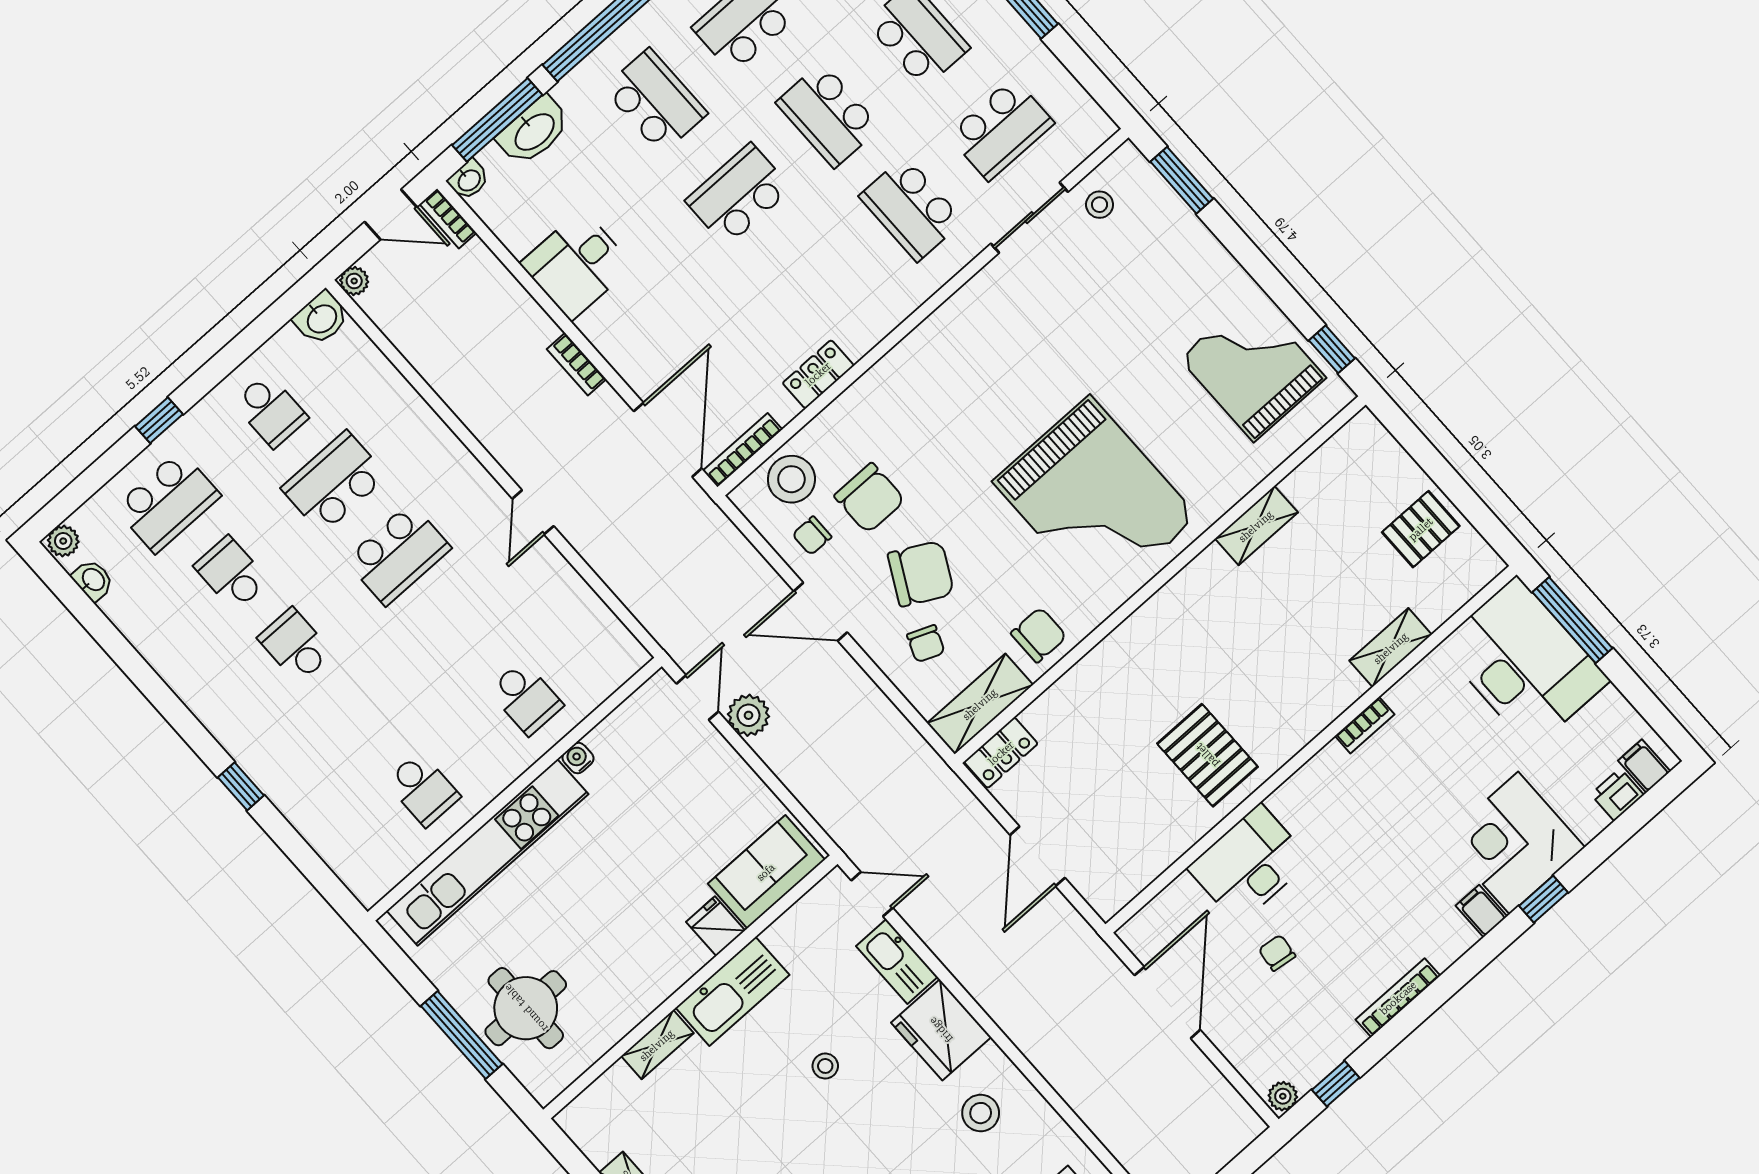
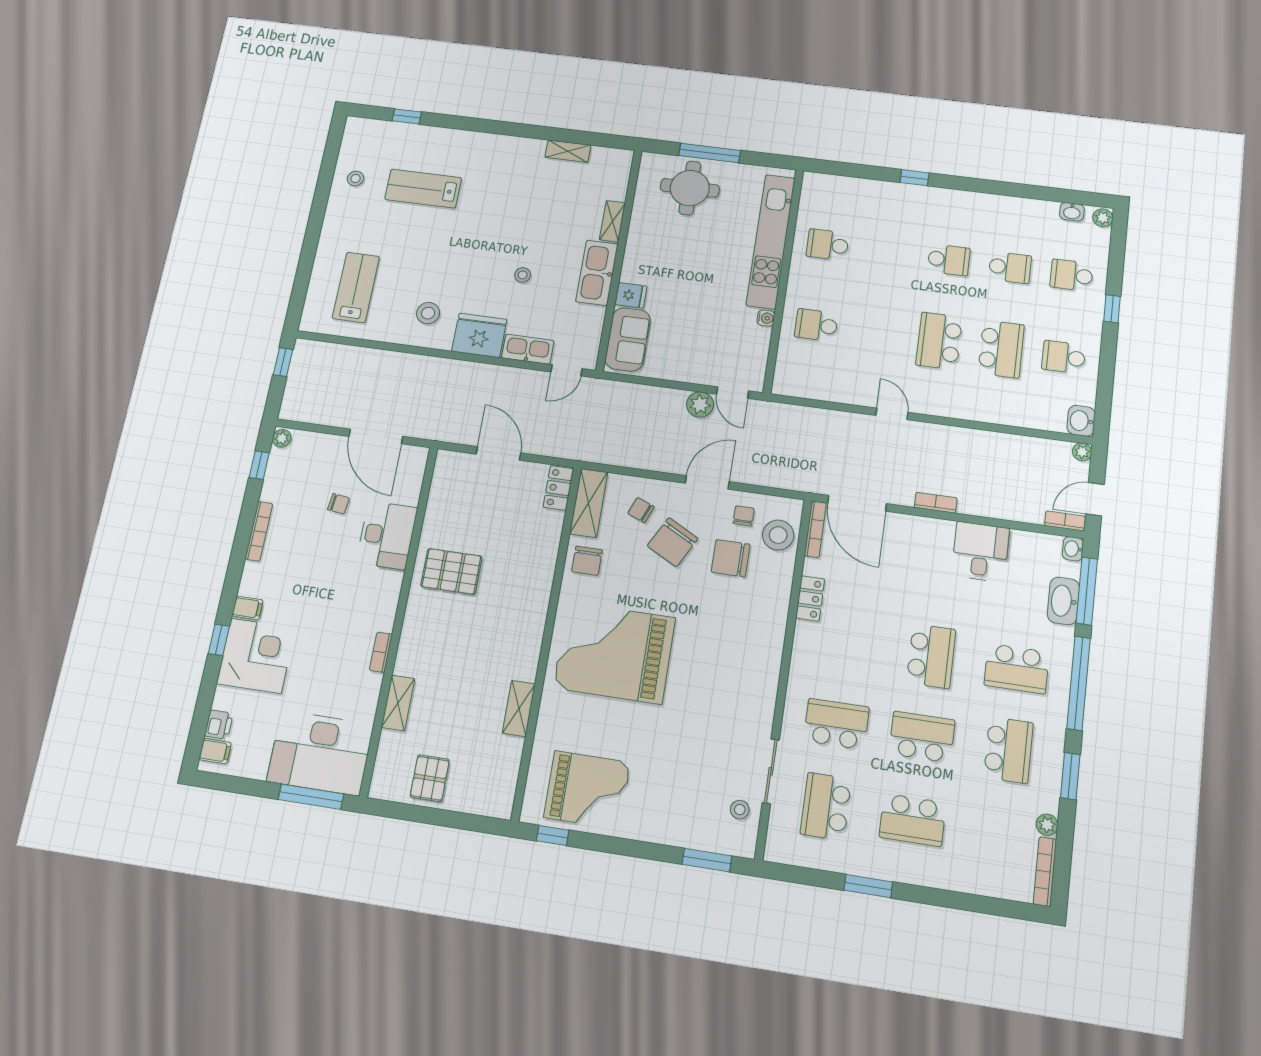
school desk: (168, 502) -> (1072, 275), width x0.54

